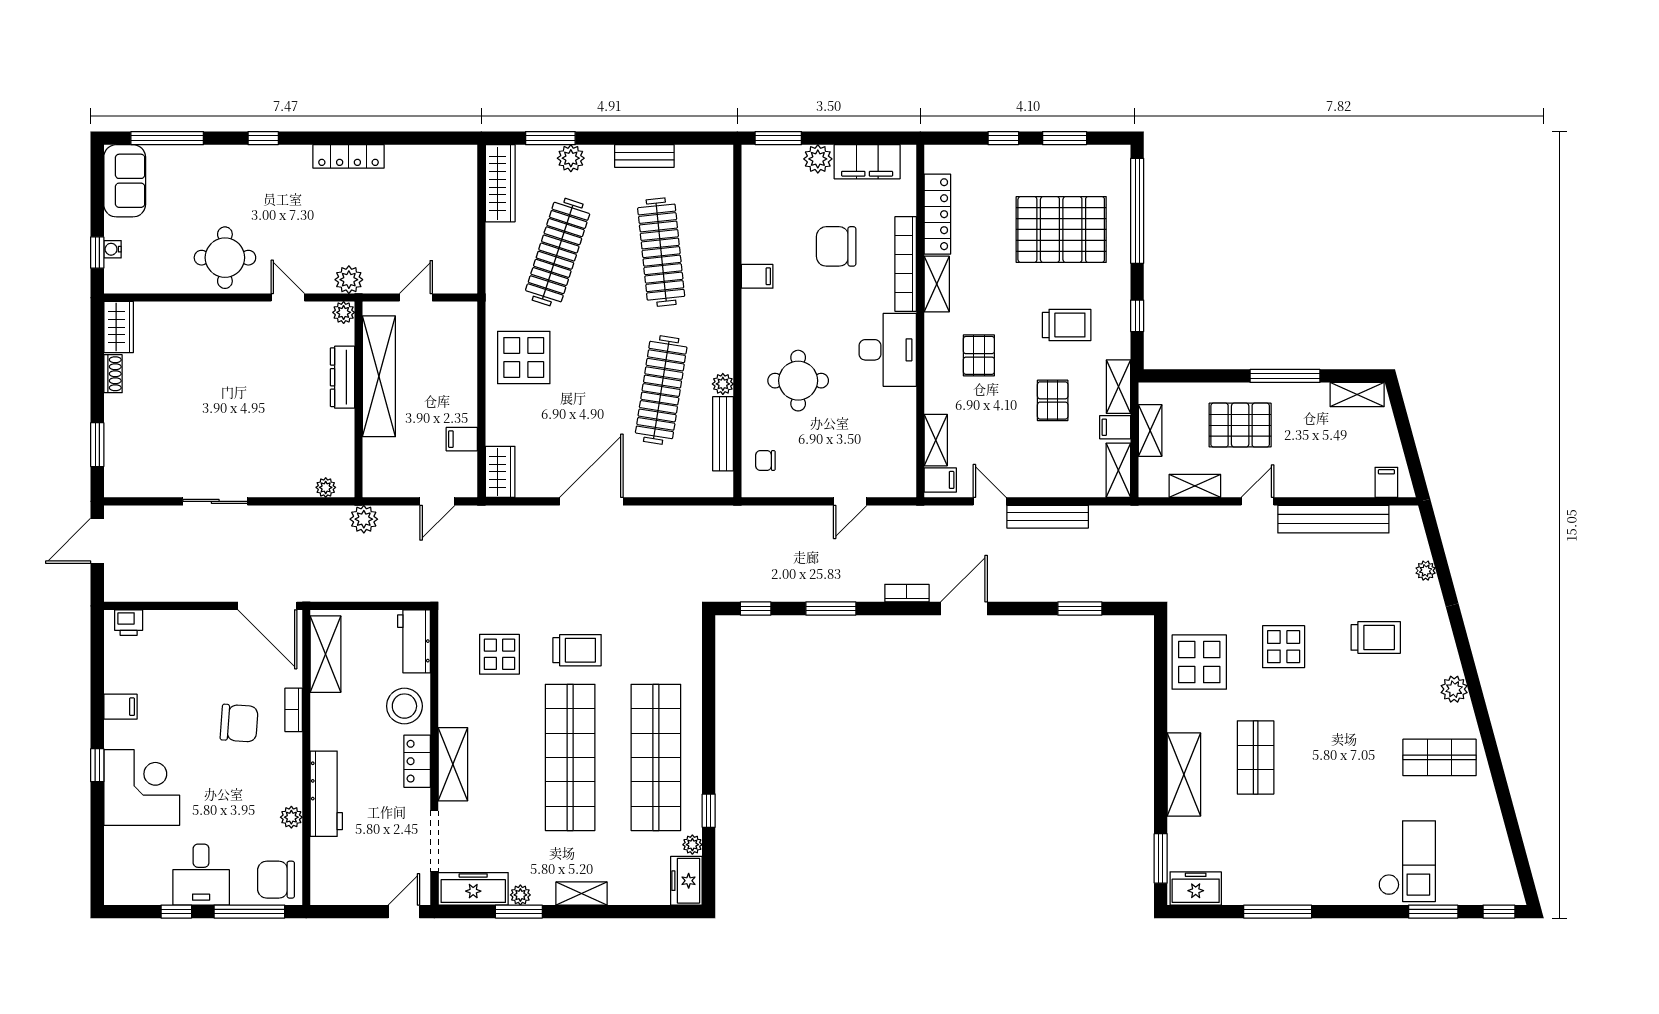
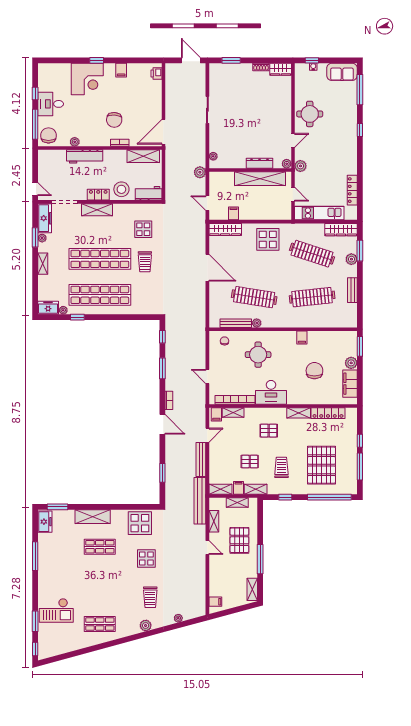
window: (1065, 138) -> (360, 467), width x1.44
locker: (349, 156) -> (352, 190), moved
kitchen unit: (461, 235) -> (319, 213), added
bookcase: (906, 264) -> (235, 400), moved
trolley: (1067, 325) -> (281, 467), turned 180
wardrobe: (500, 472) -> (225, 229), width x1.50
bench: (1333, 519) -> (200, 501), moved
plant: (1454, 689) -> (146, 626), moved
shop shelf: (1439, 757) -> (100, 624), turned 90

